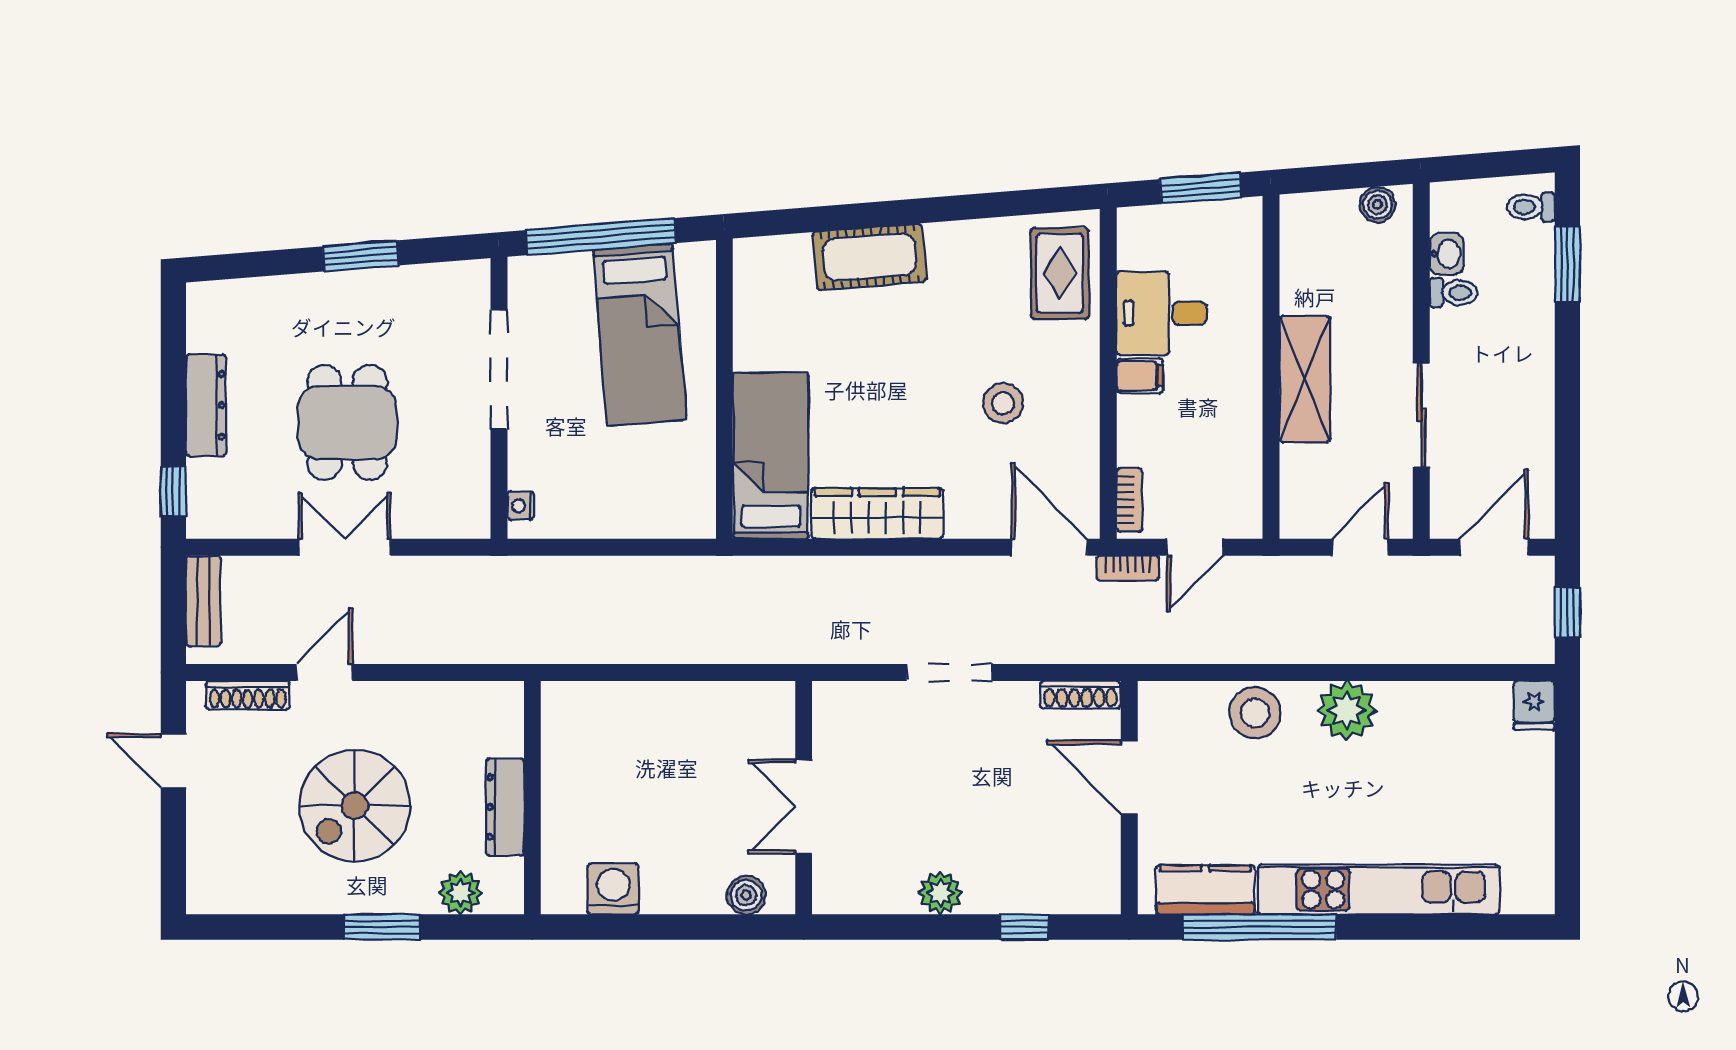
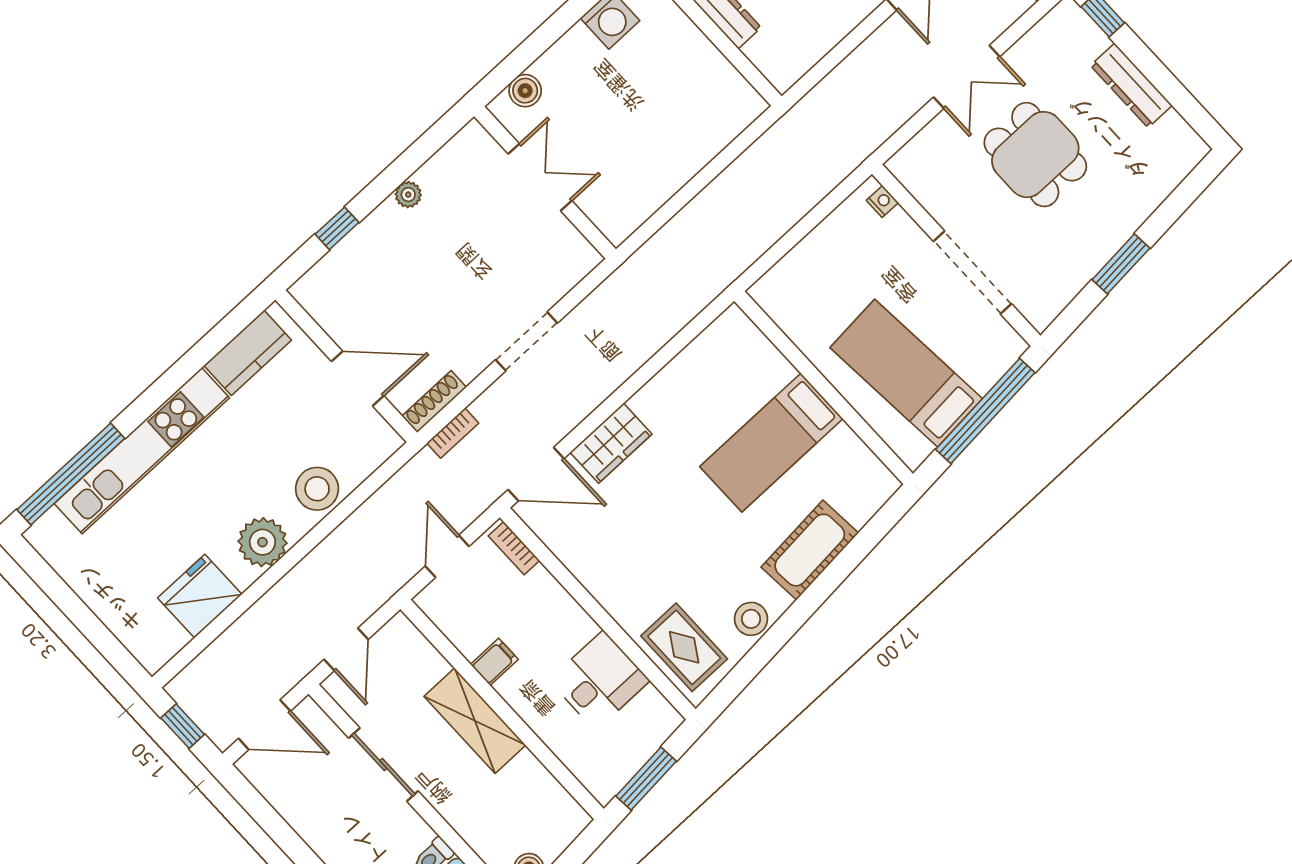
filing cabinet: (1140, 376) -> (494, 662), moved, turned 180
stool: (1003, 403) -> (751, 619), moved
bed: (771, 456) -> (771, 443), moved, turned 90
wardrobe: (877, 513) -> (611, 443), moved, width x0.67
door: (1494, 547) -> (264, 725), hinge flipped
bookcase: (1128, 568) -> (453, 433), moved, turned 180
fridge: (1534, 705) -> (200, 596), moved, width x1.88, depth x1.34
plant: (940, 893) -> (408, 195), width x0.73, depth x0.73
window: (1259, 927) -> (71, 474), moved

